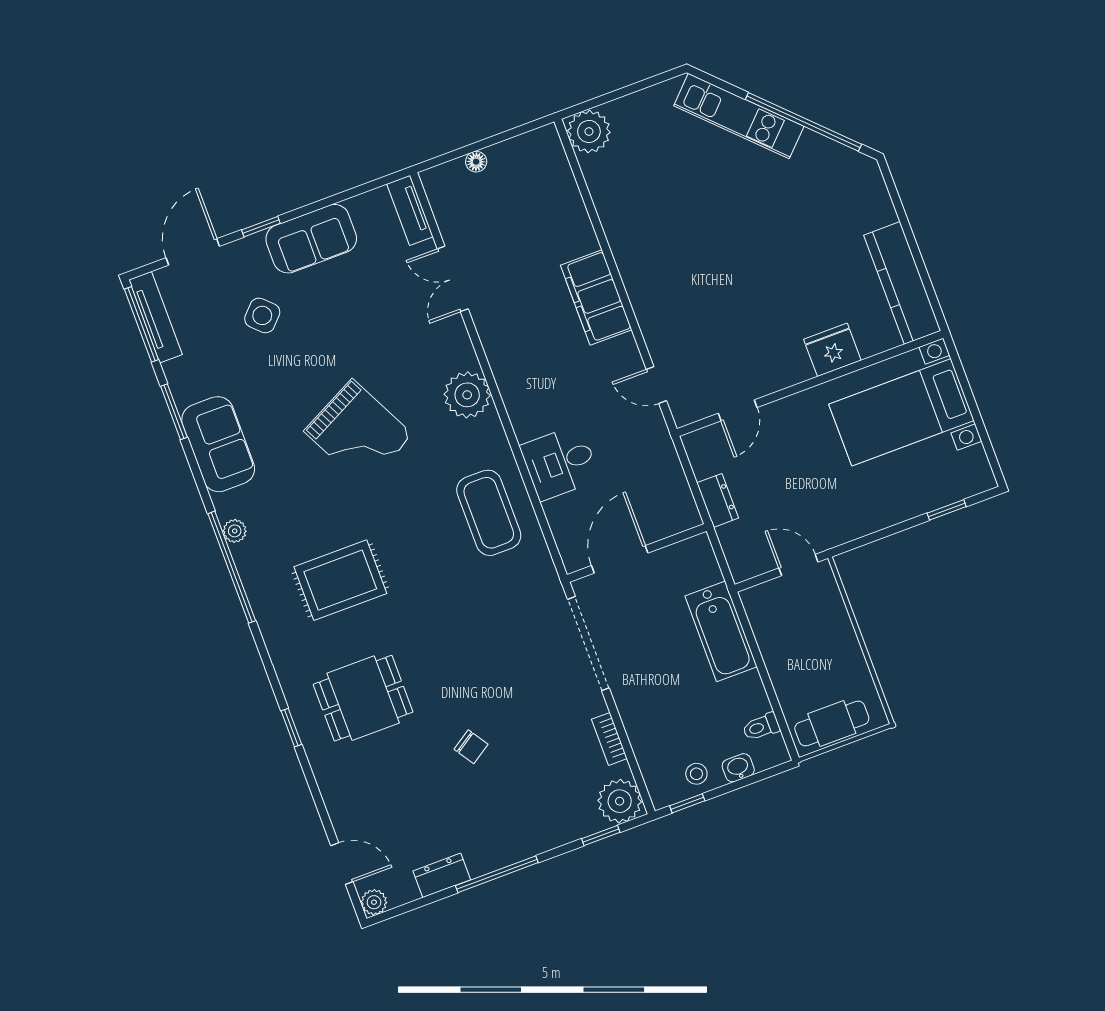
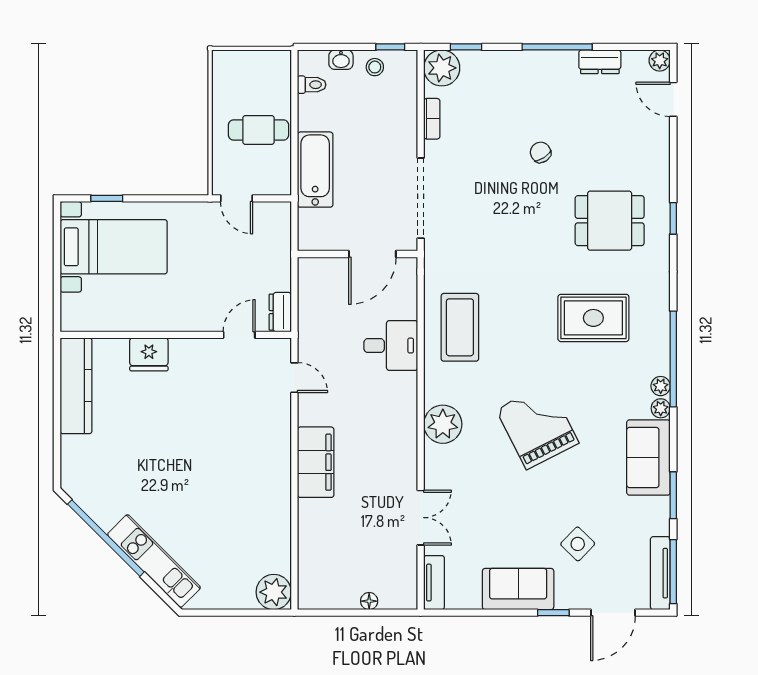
bed with nightstands: (901, 412) -> (114, 247), moved
dresser: (718, 500) -> (280, 312), moved
plant: (225, 506) -> (661, 408), added
cafe table: (832, 724) -> (259, 130), moved

